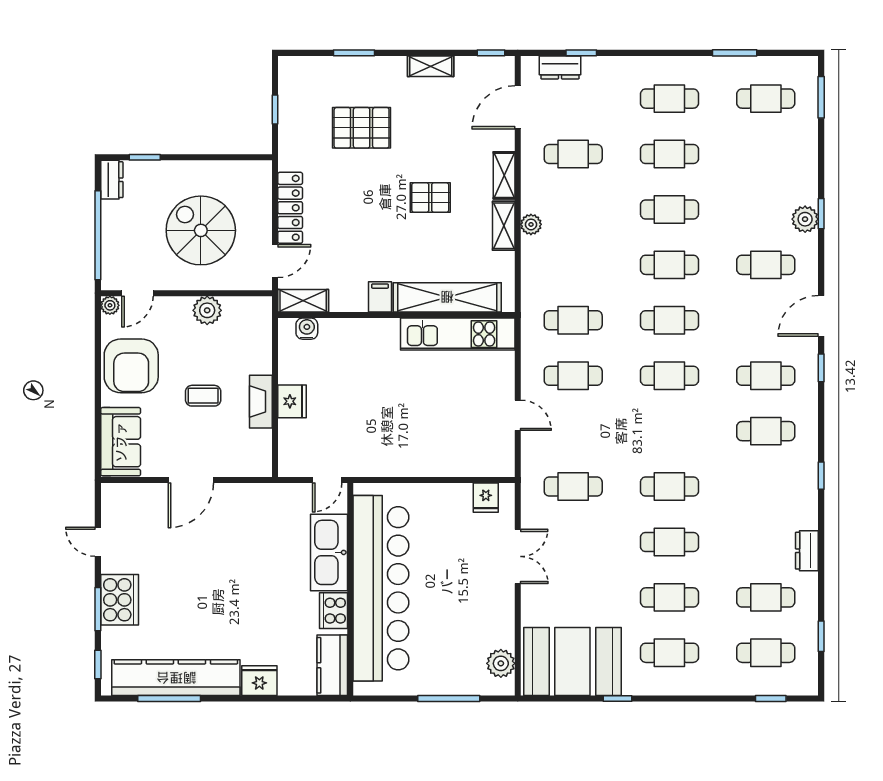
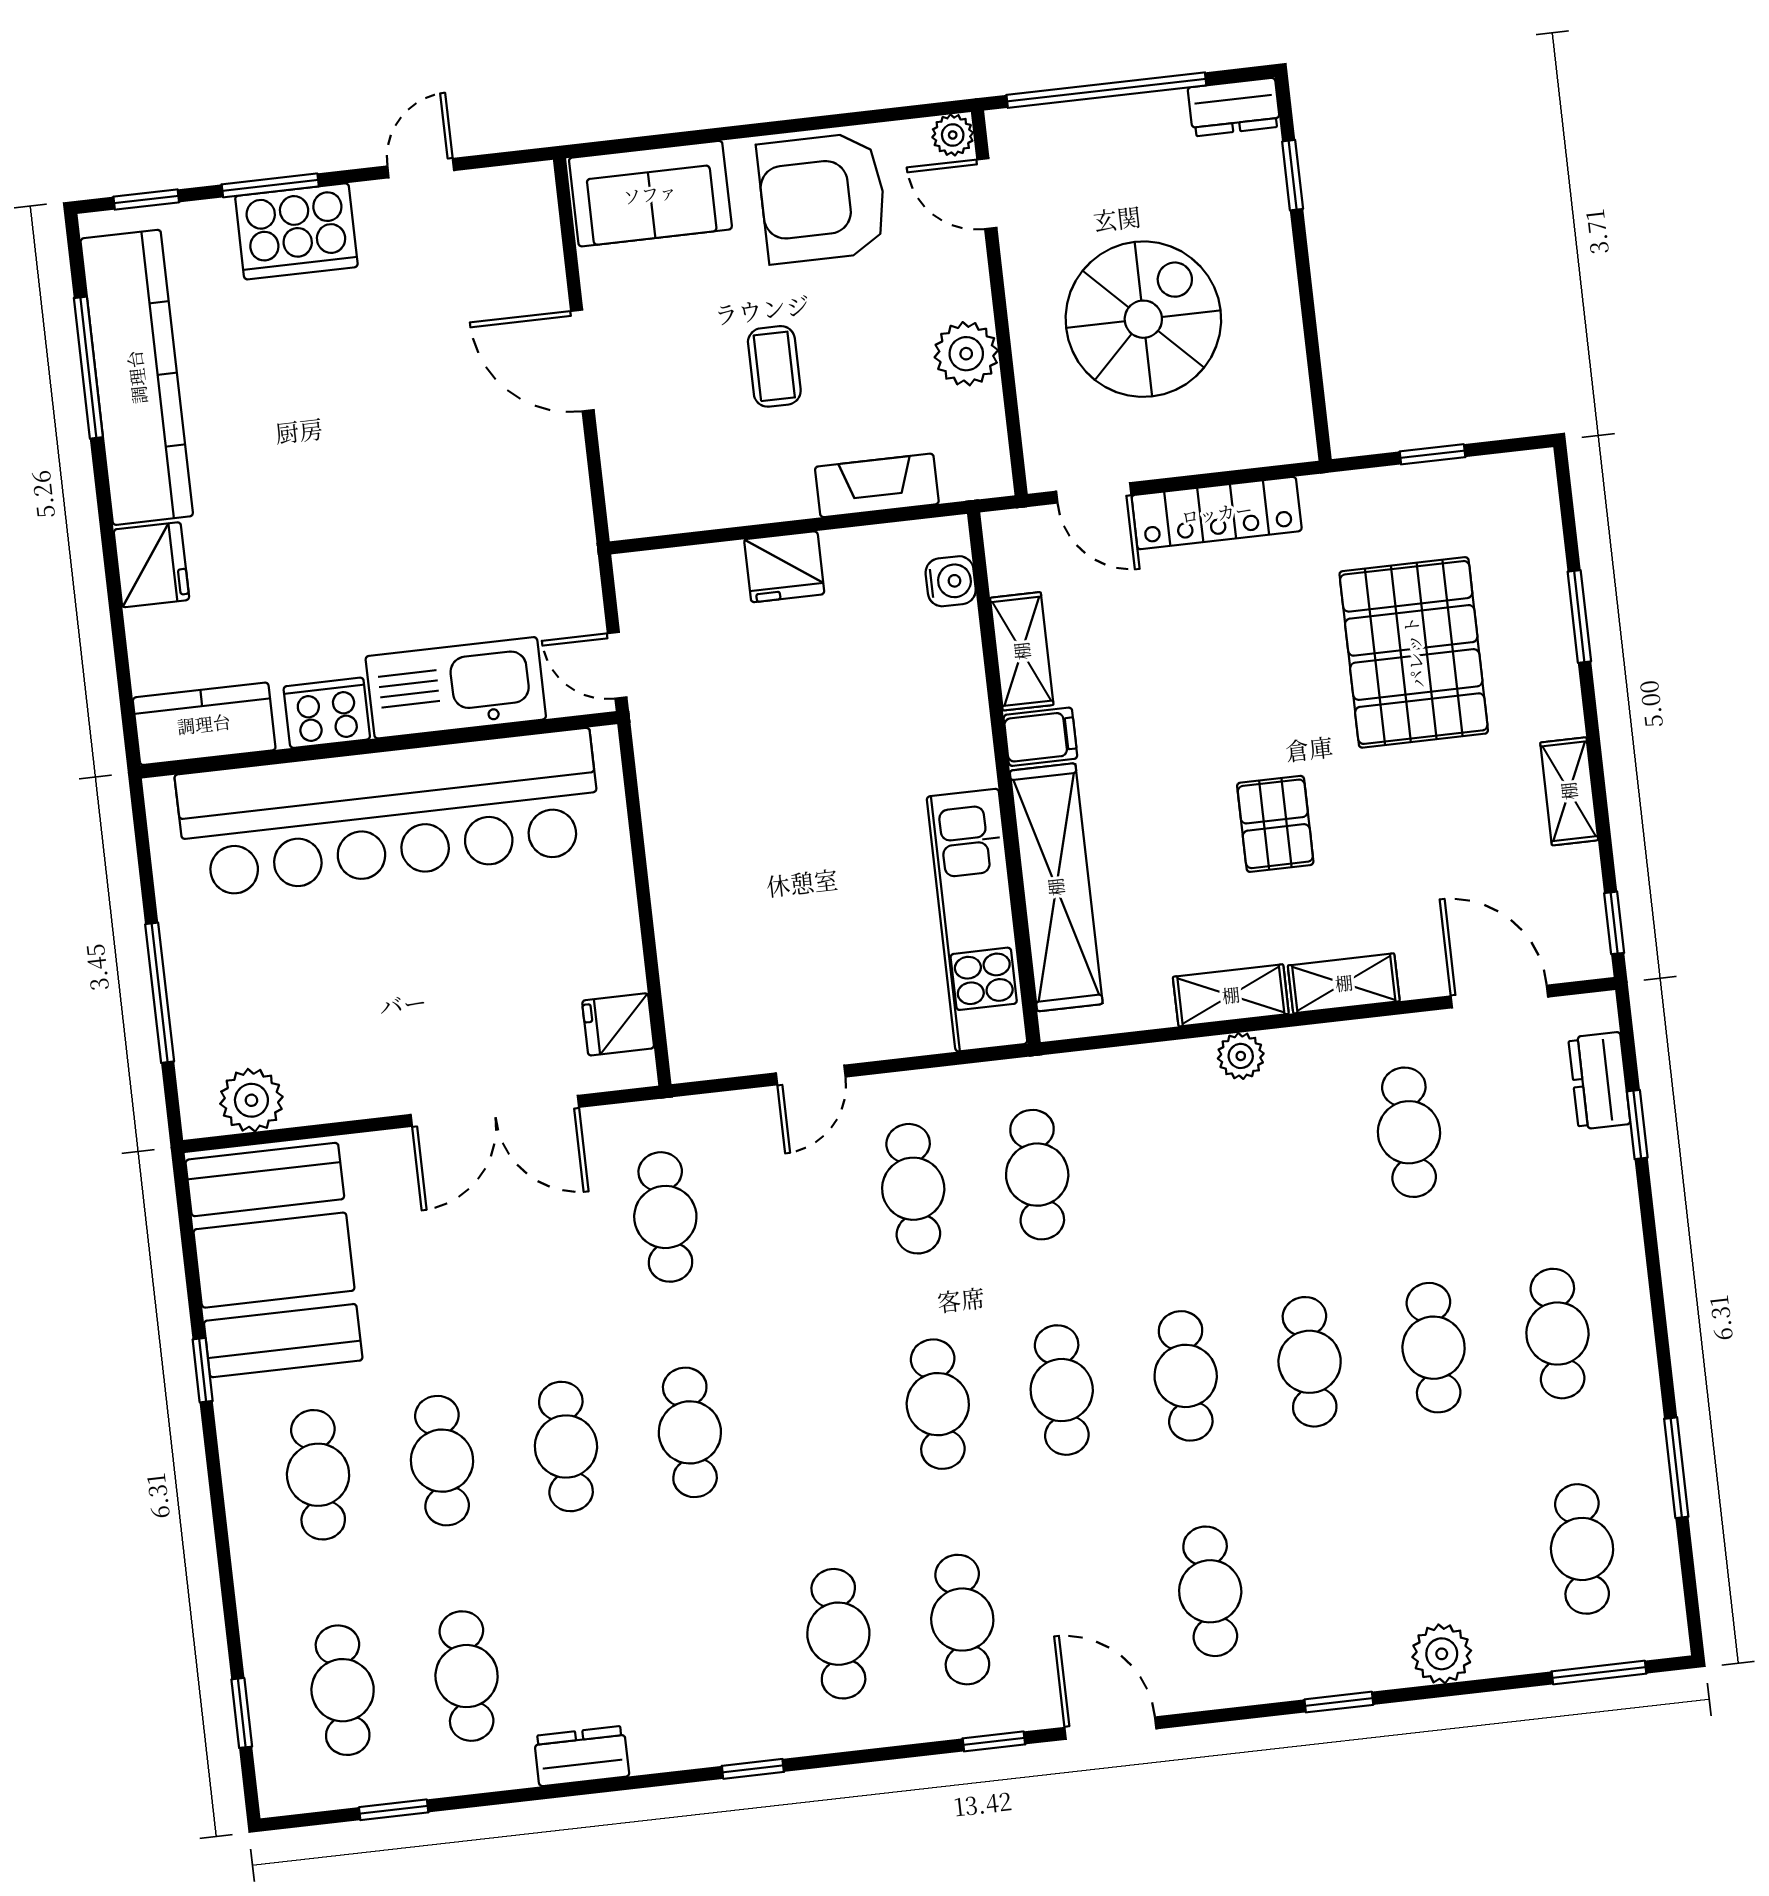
pallet: (362, 128) -> (1414, 652), width x1.37, depth x1.41
plant: (805, 219) -> (1442, 1654), moved
shelving: (303, 301) -> (1022, 651), moved
fireplace: (261, 402) -> (877, 485), moved
double door: (518, 556) -> (495, 1111), width x1.37

